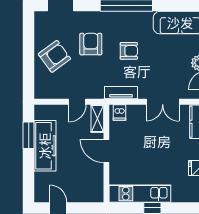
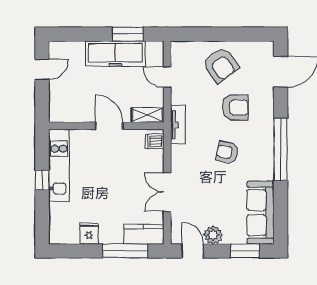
armchair: (129, 51) -> (227, 152), turned 102
tv unit: (121, 93) -> (178, 125), moved
door: (77, 102) -> (167, 77), moved
door: (106, 151) -> (109, 126), hinge flipped

